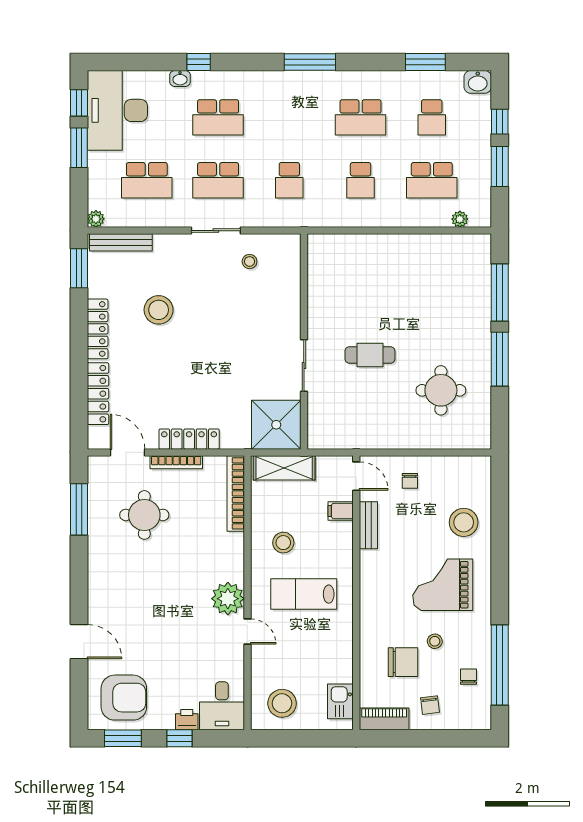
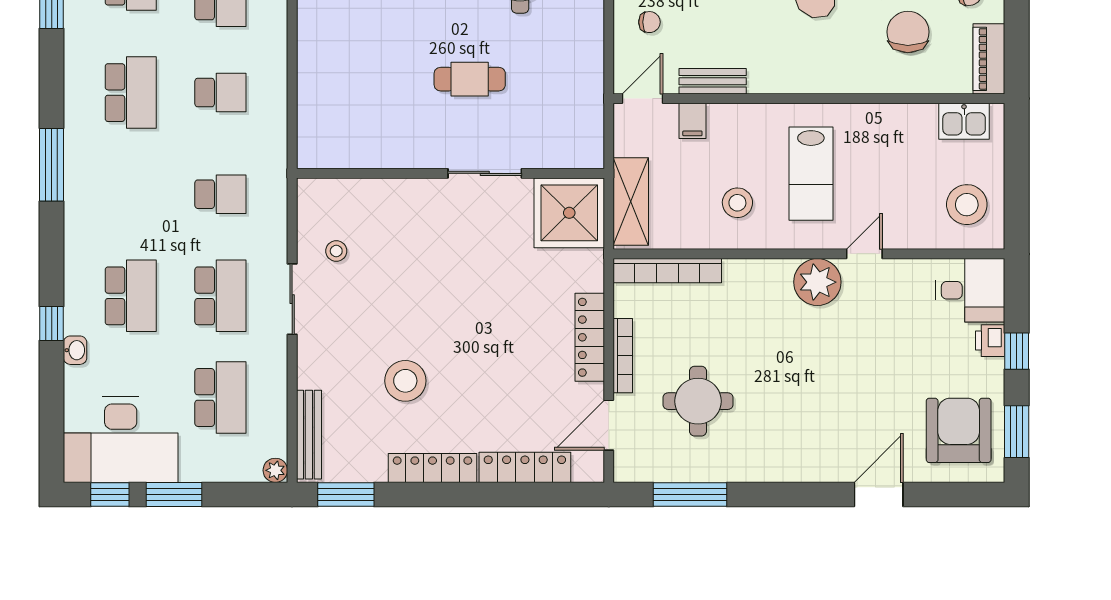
cafe table: (370, 355) -> (470, 79), turned 90

